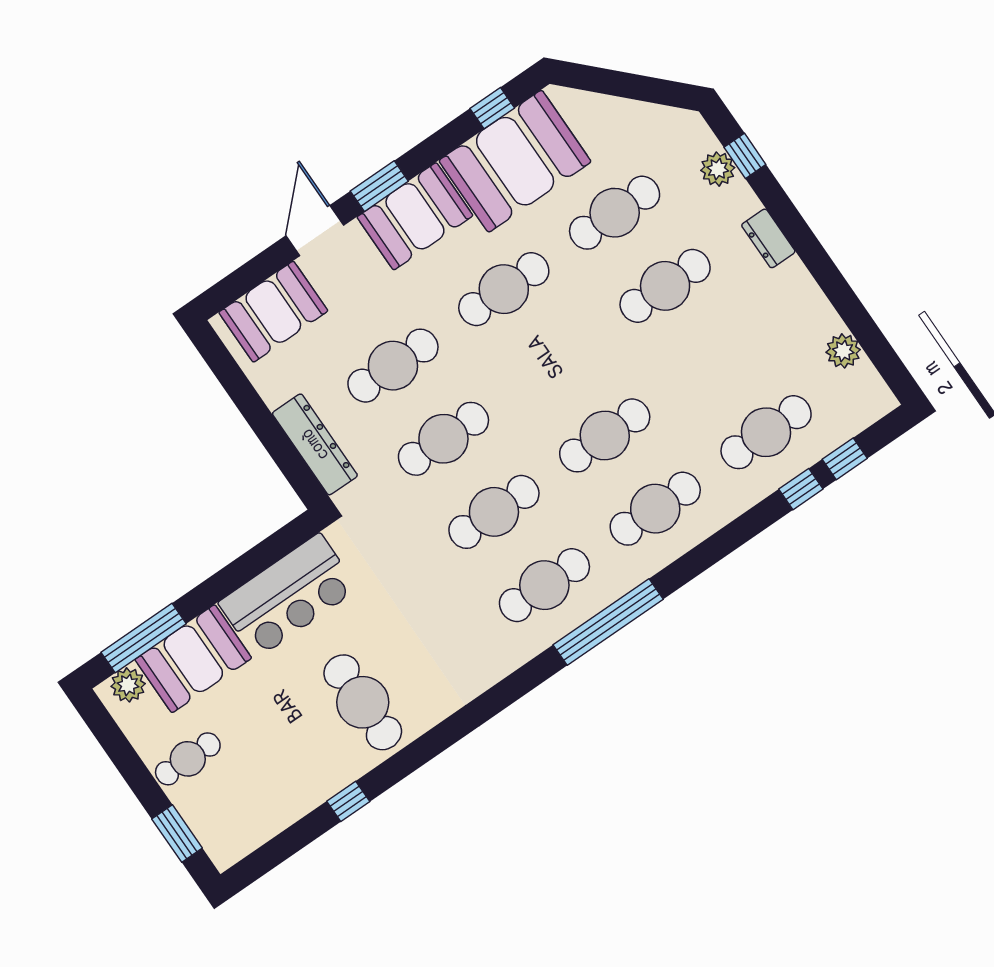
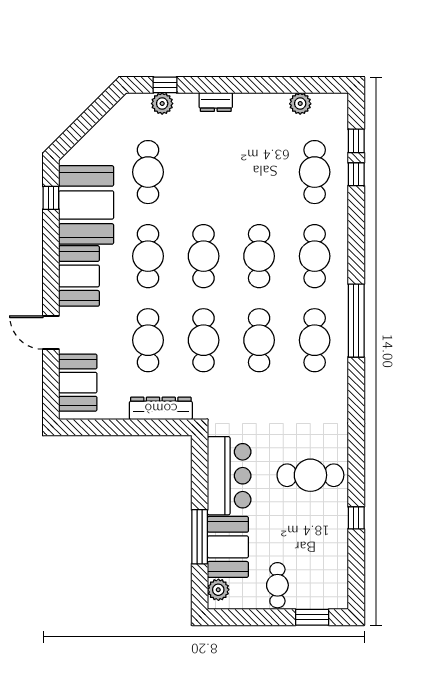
window: (379, 186) -> (51, 284), removed
cafe table: (665, 286) -> (204, 256), moved
window: (144, 638) -> (200, 537), moved

